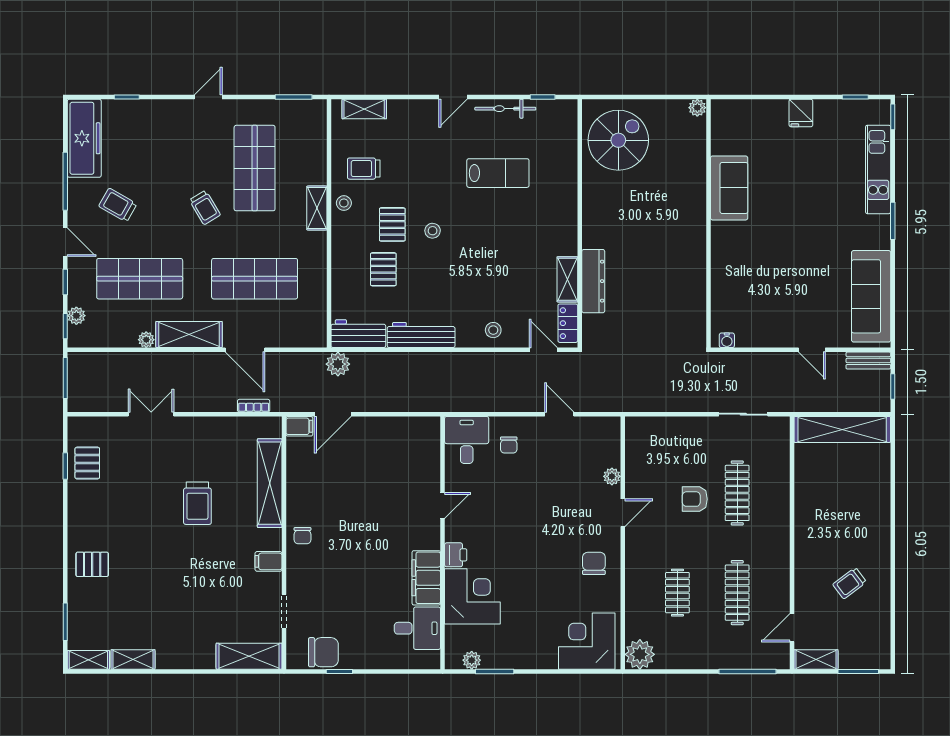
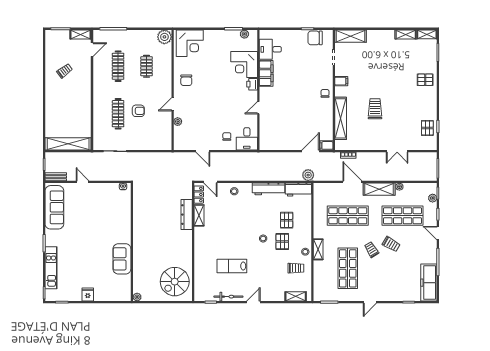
trolley: (118, 205) -> (391, 244), moved

